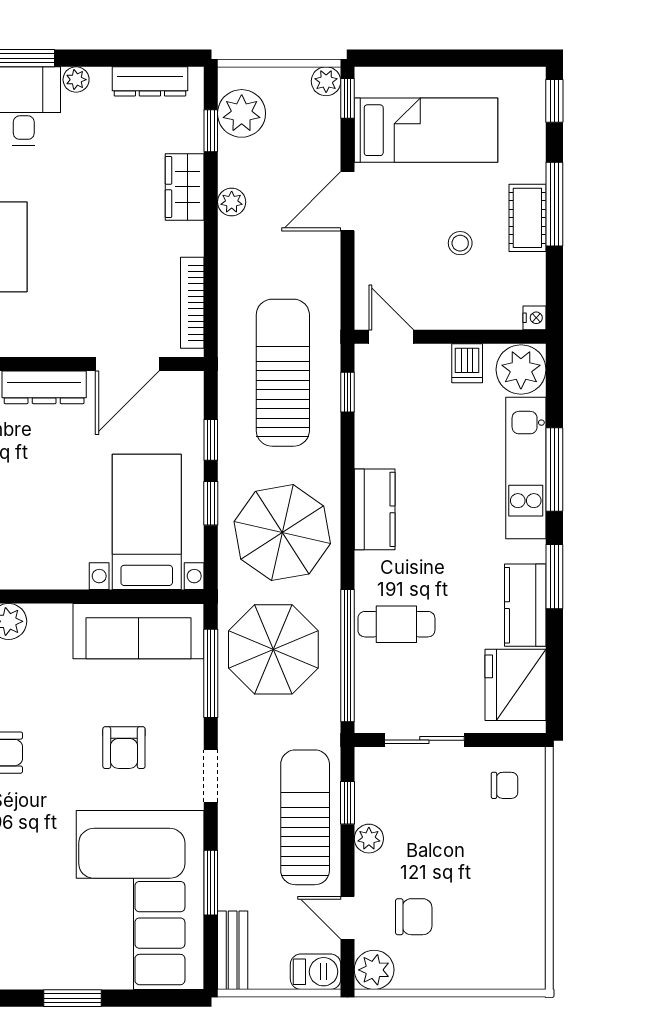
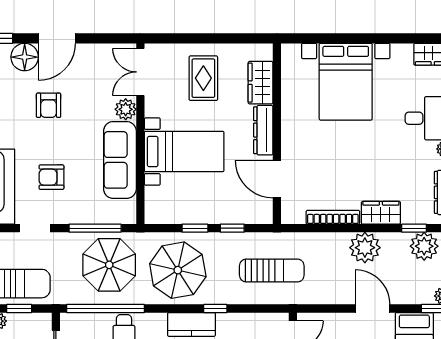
plant: (232, 202) -> (365, 248), width x1.88, depth x1.88
bookcase: (192, 303) -> (333, 217), moved
sun lounger: (283, 373) -> (272, 270), width x0.73, depth x0.75
window: (348, 392) -> (215, 308), moved
bed with nightstands: (147, 522) -> (184, 152), moved
sofa: (139, 631) -> (120, 160), moved

